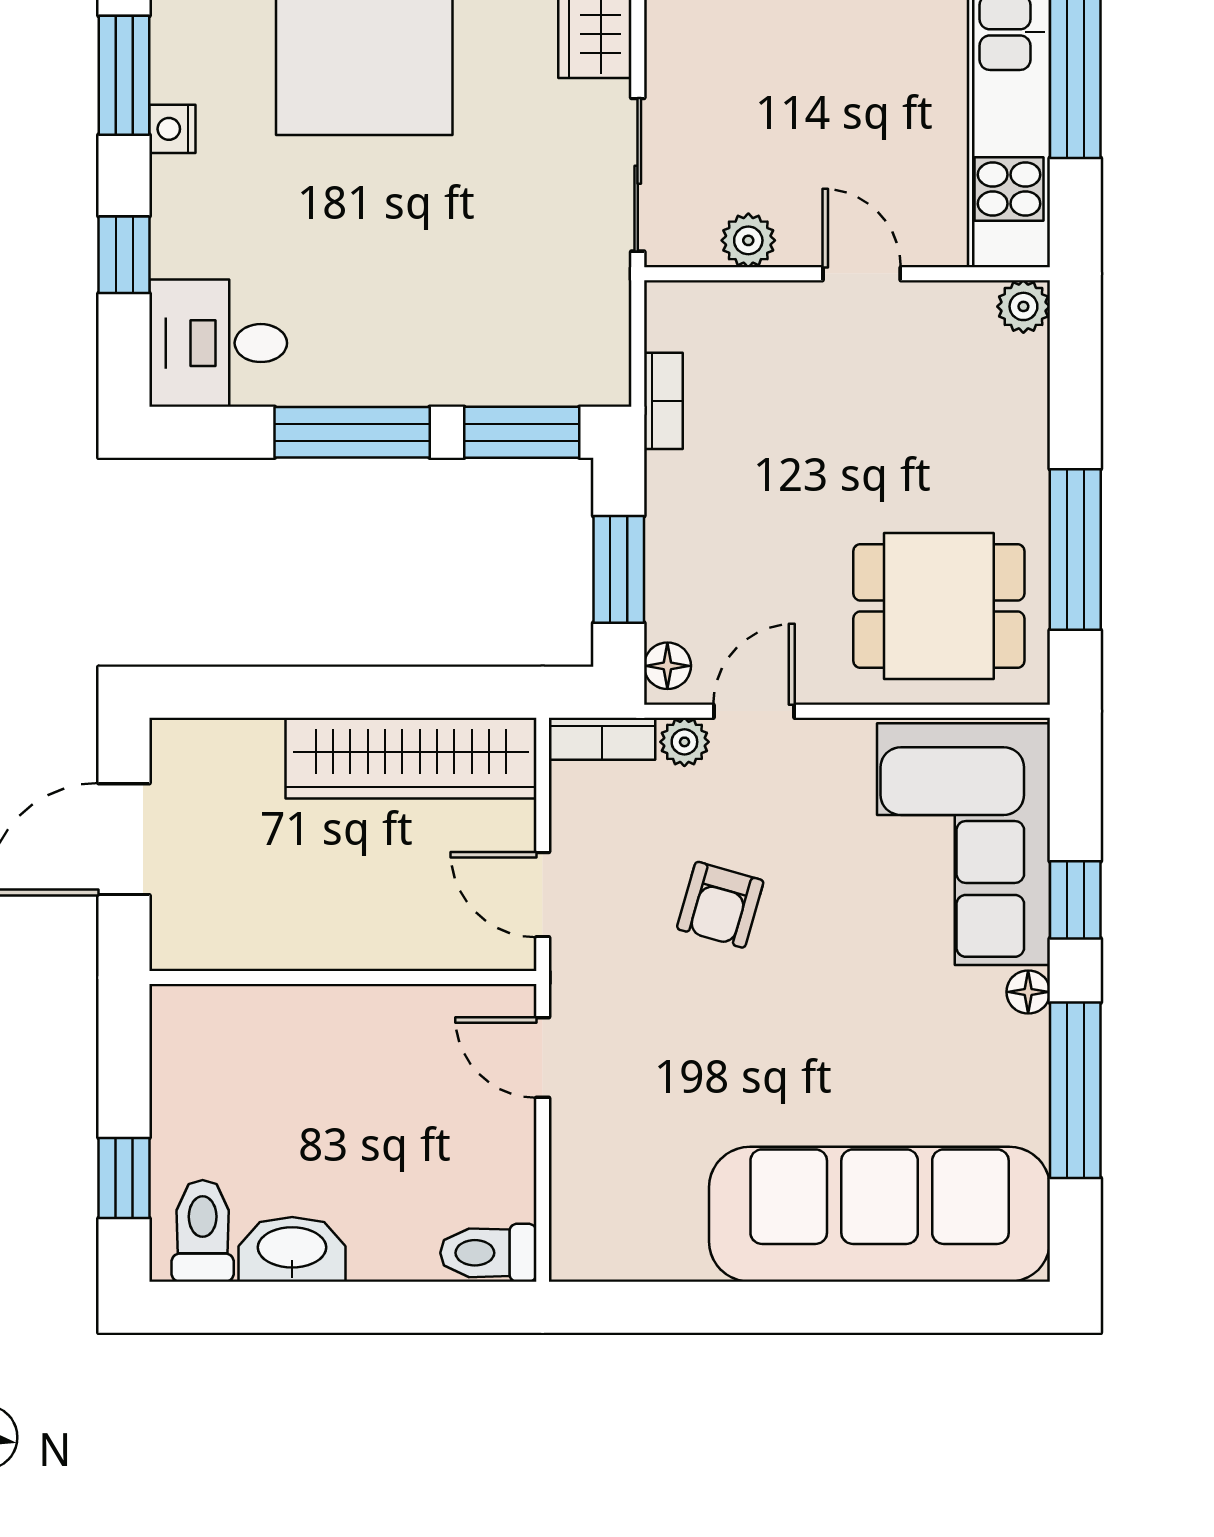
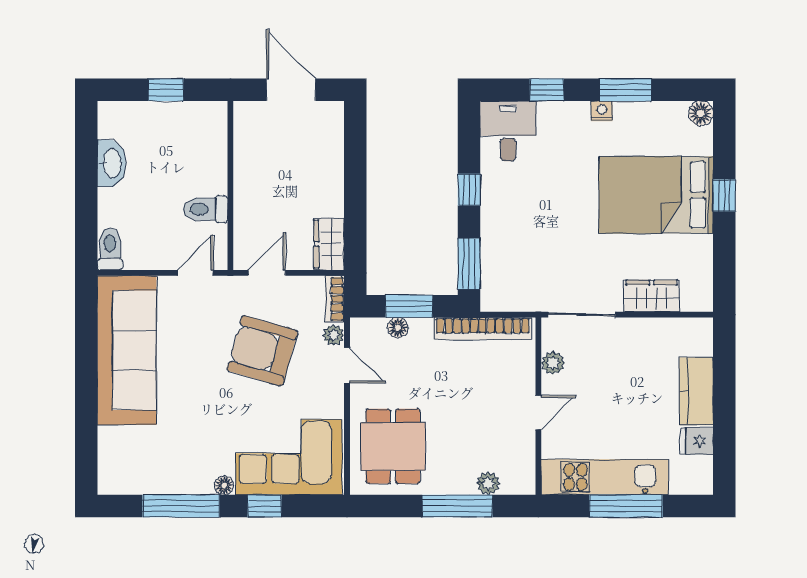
plant: (1023, 306) -> (488, 483), moved
bookcase: (663, 401) -> (483, 328), width x2.31, depth x1.31
window: (352, 432) -> (469, 190), width x0.46
window: (1075, 550) -> (457, 506), moved
floor lamp: (667, 666) -> (398, 328), moved
wardrobe: (411, 758) -> (329, 244), width x0.48, depth x0.85
armchair: (720, 905) -> (262, 351), width x1.88, depth x1.88
window: (124, 1178) -> (166, 90), moved
sofa: (880, 1214) -> (127, 350), moved
toilet: (203, 1231) -> (205, 209), moved, turned 180

